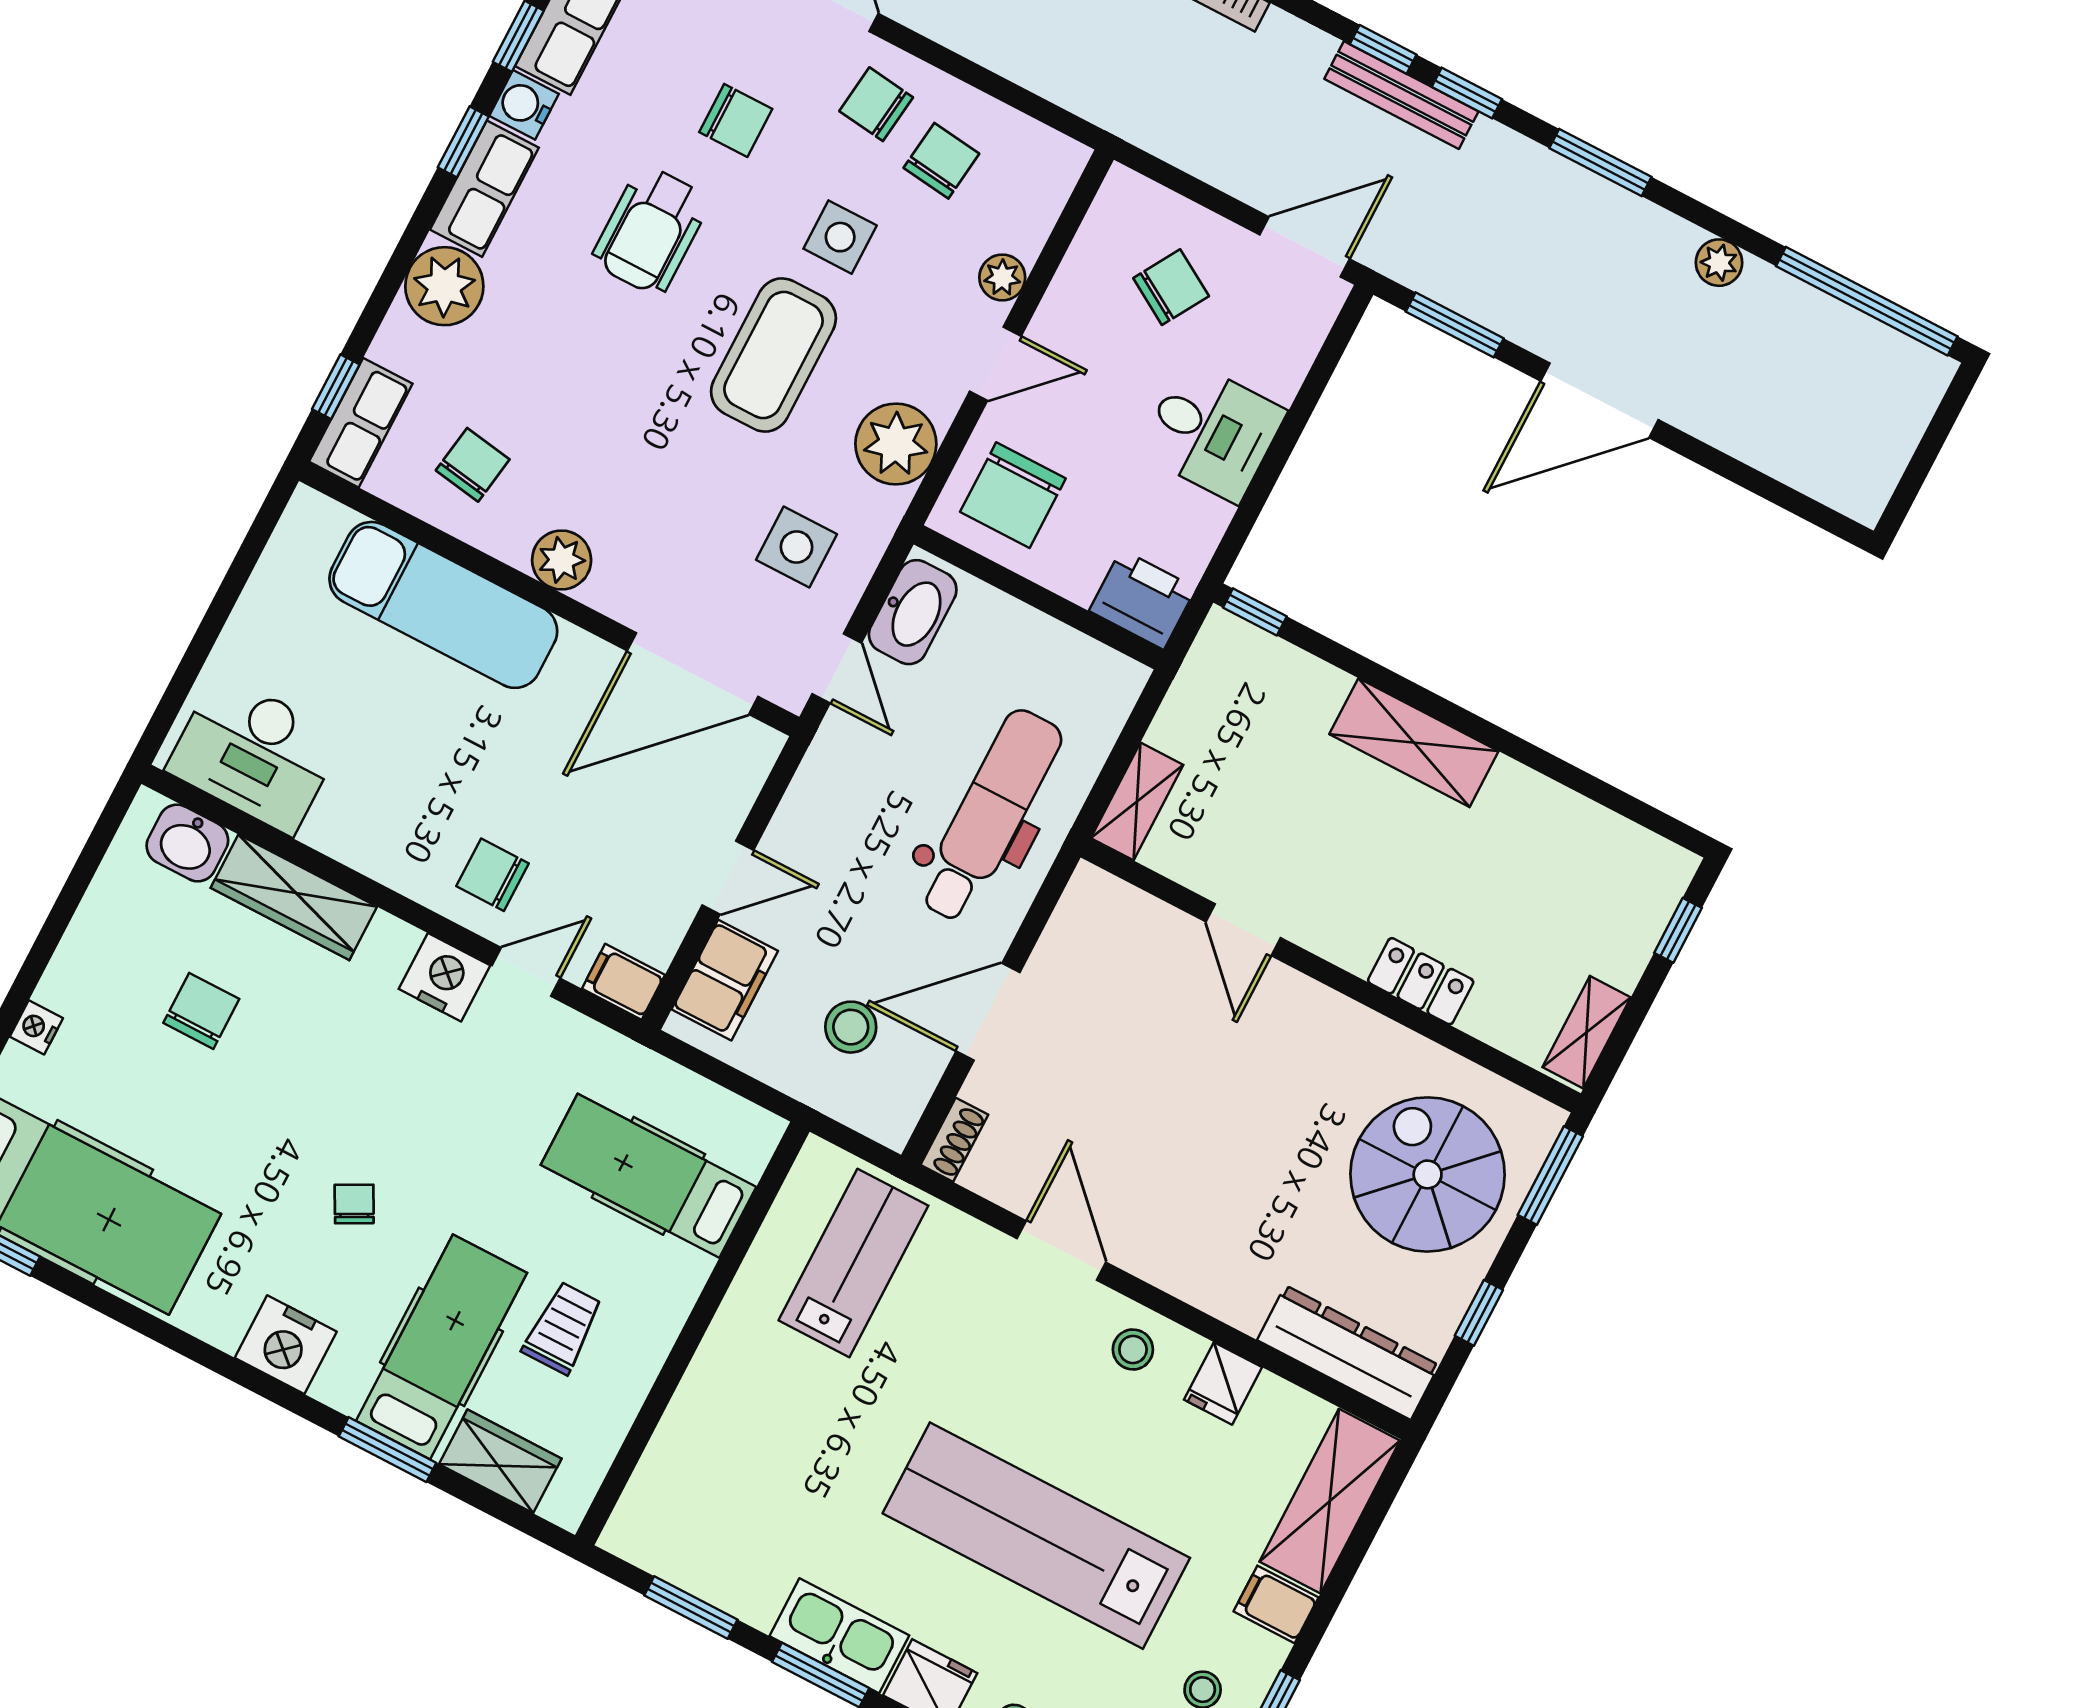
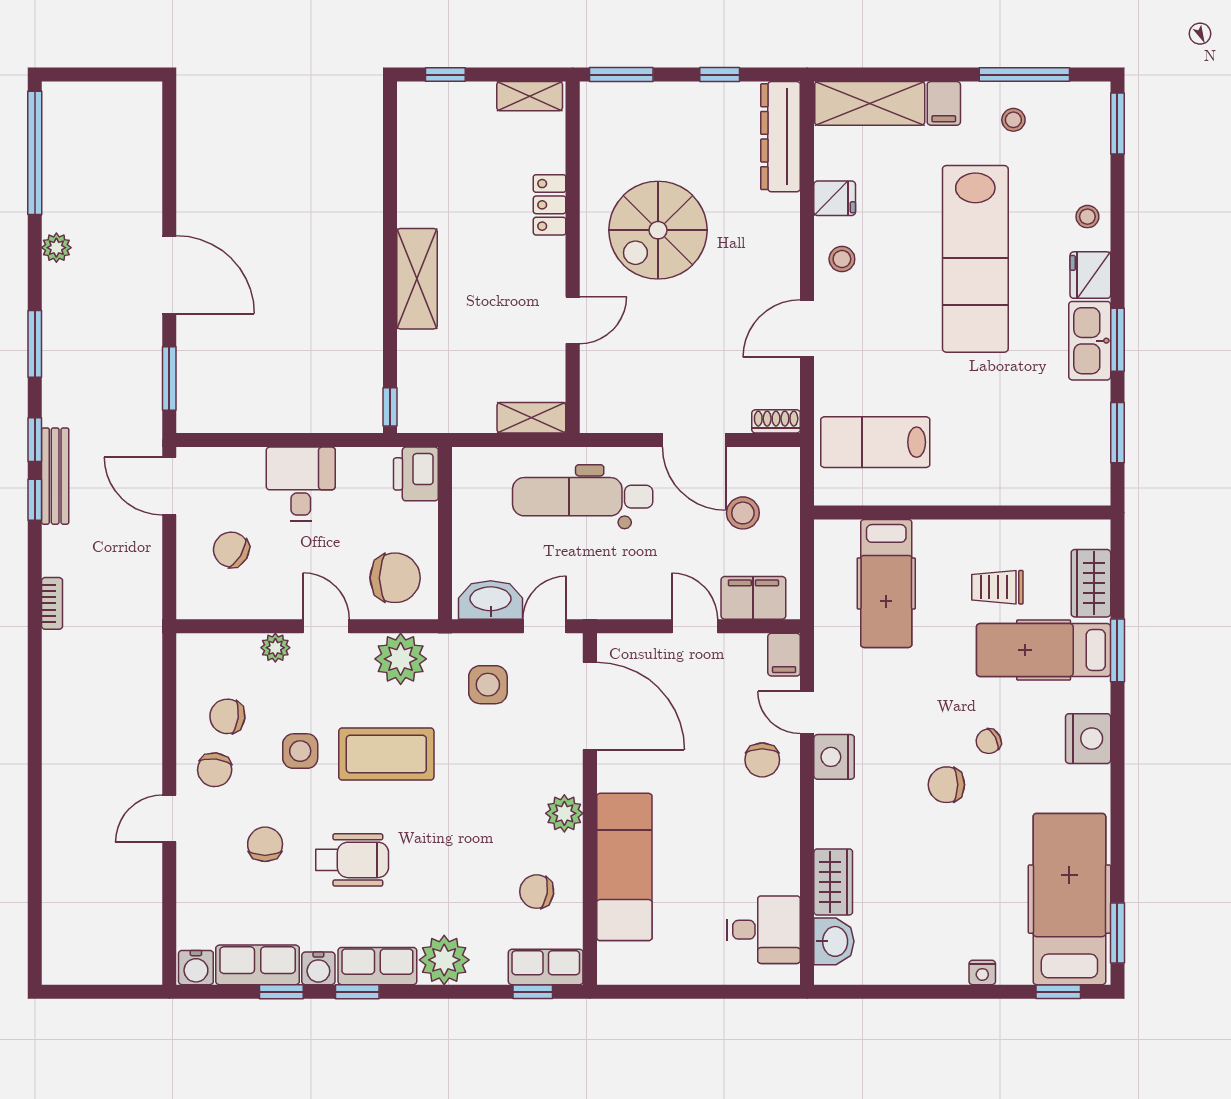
desk: (255, 754) -> (764, 930), width x0.73
wardrobe: (294, 897) -> (833, 882), width x0.67
chair: (201, 1011) -> (946, 785), moved
spiral stairs: (1428, 1174) -> (658, 230), moved

